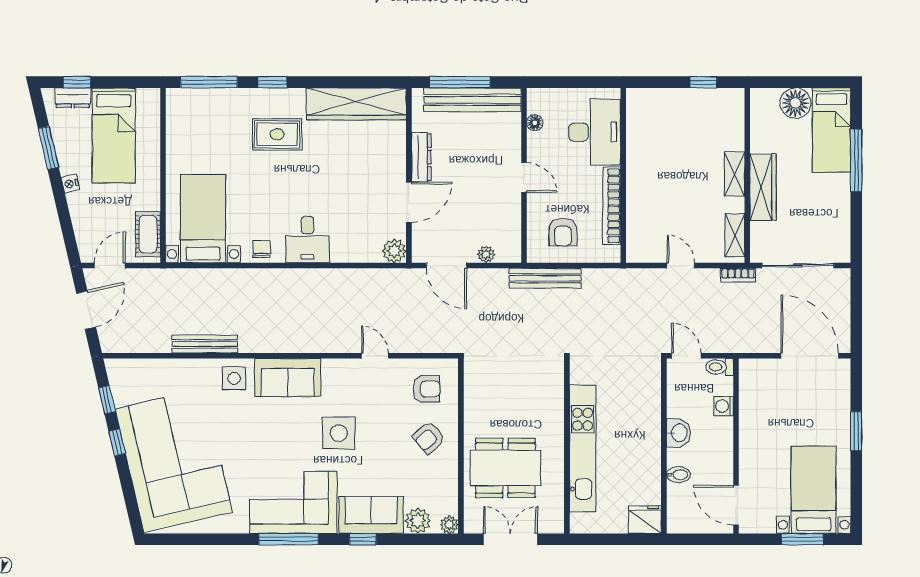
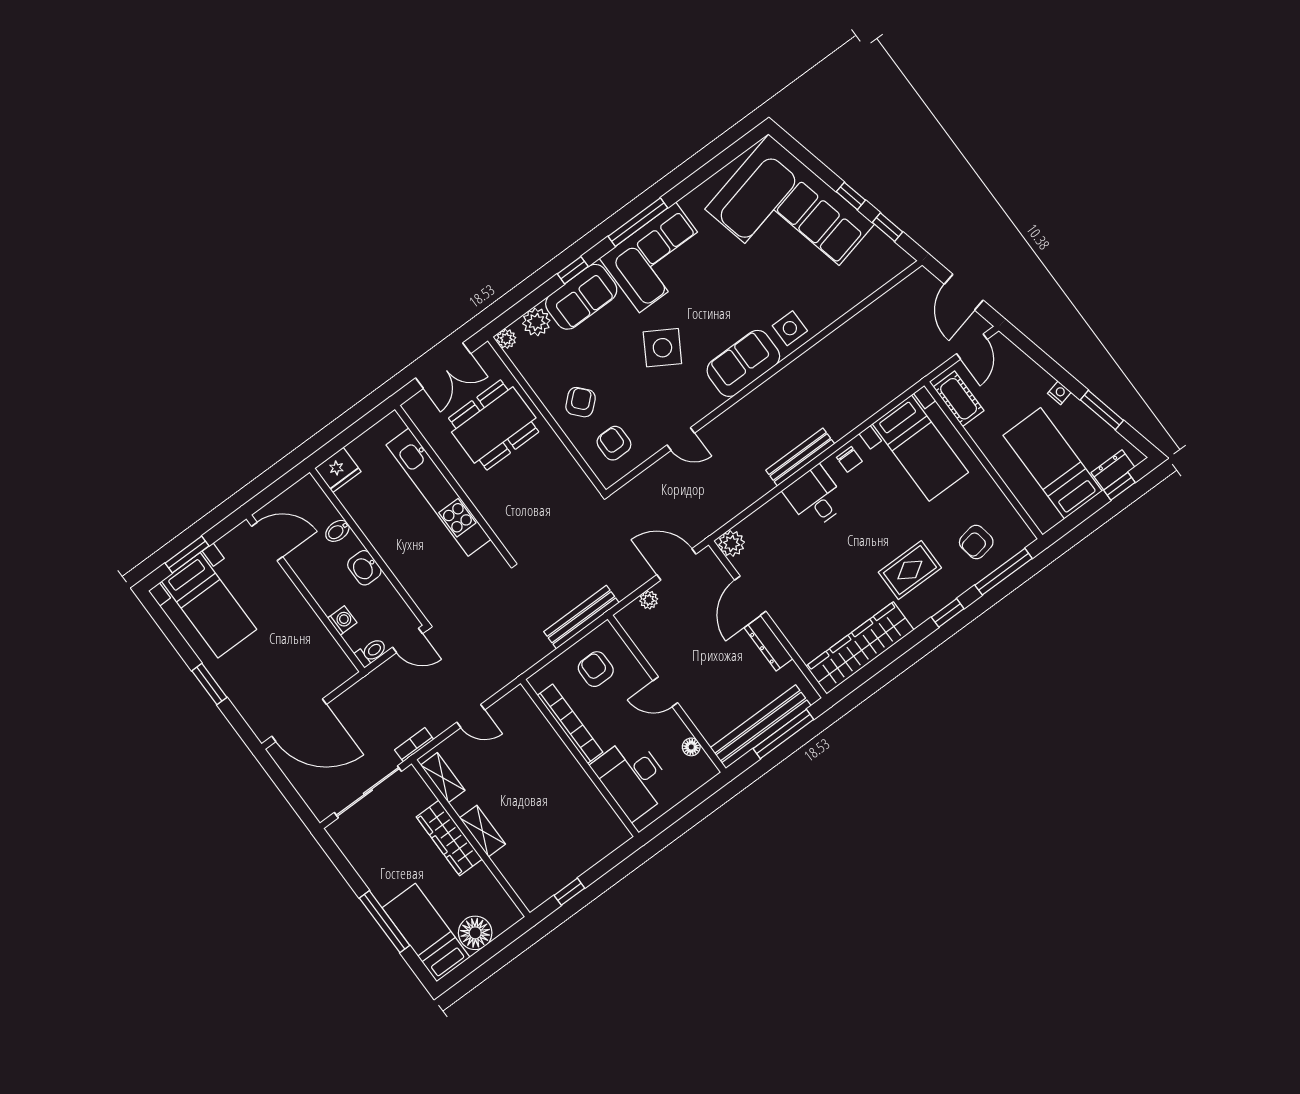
armchair: (213, 119) -> (976, 542), added
bench: (205, 344) -> (800, 457), moved
armchair: (427, 389) -> (614, 443), turned 90
side table: (339, 433) -> (662, 348), turned 31

